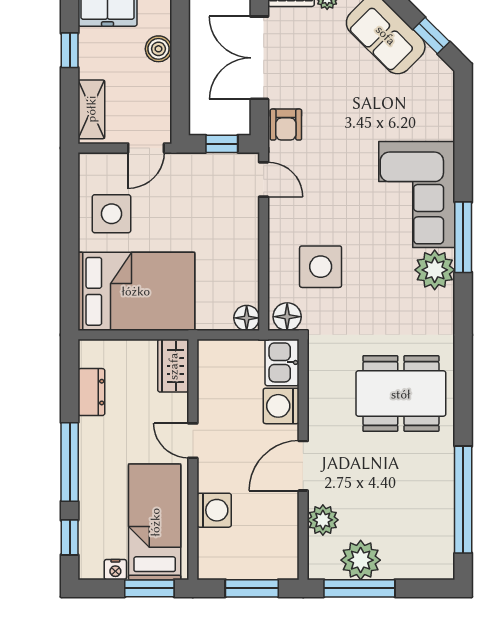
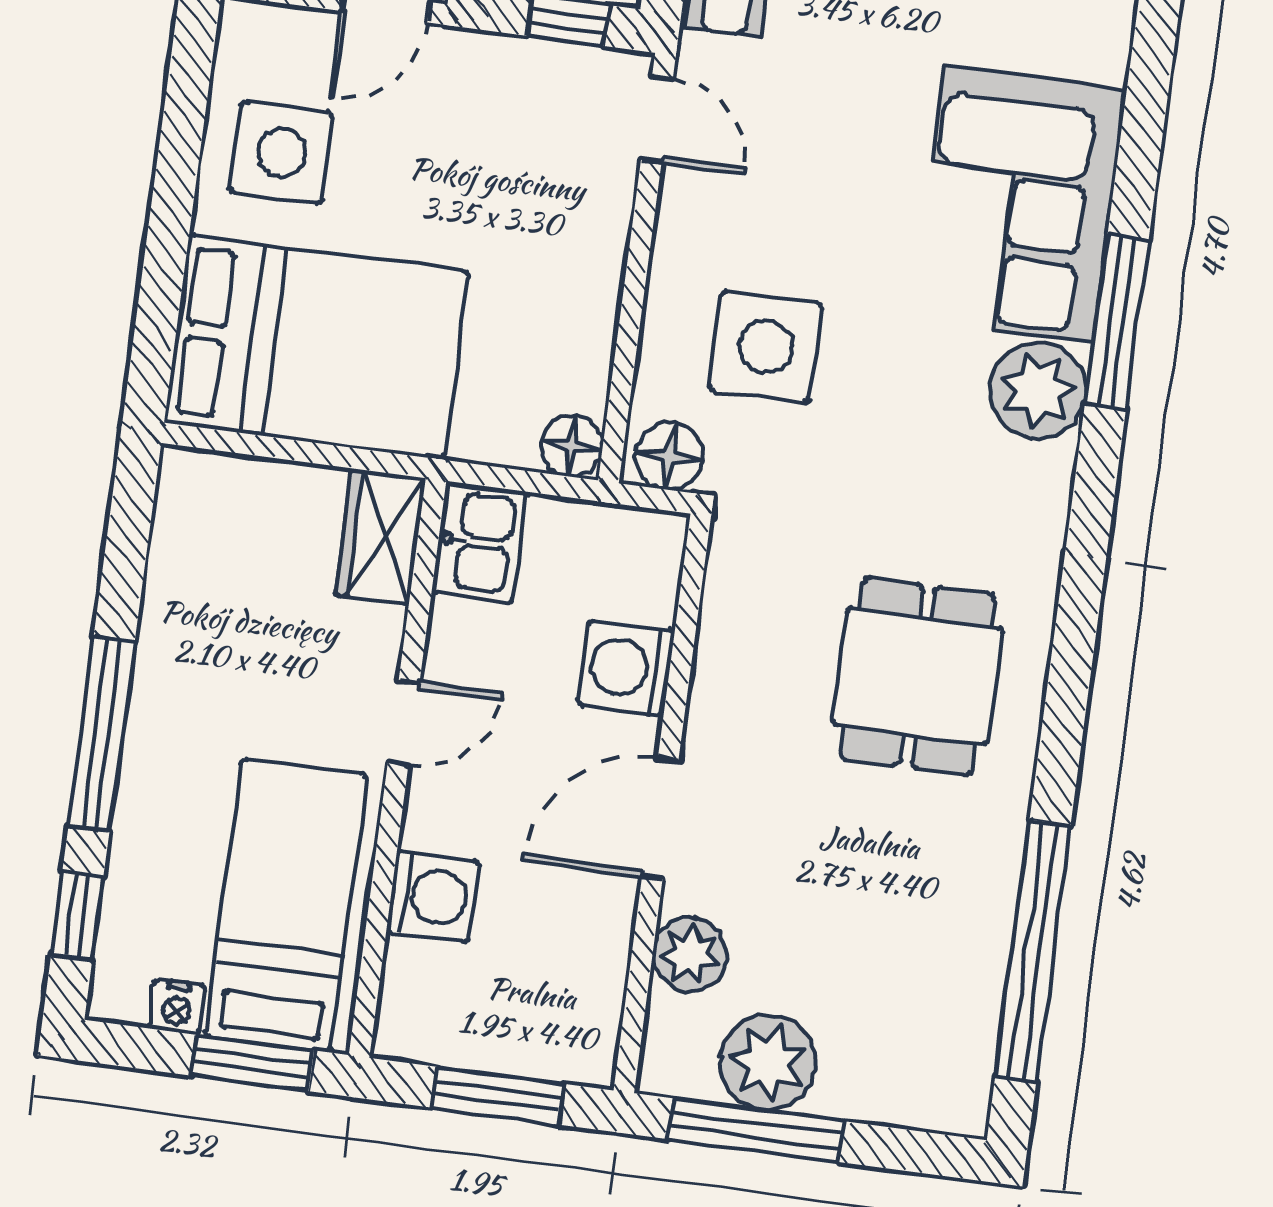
kitchen sink: (282, 362) -> (479, 542), moved, turned 180
dresser: (91, 392) -> (176, 574), removed
dining table: (401, 394) -> (917, 676), width x0.73
door: (193, 441) -> (404, 723), swing flipped

